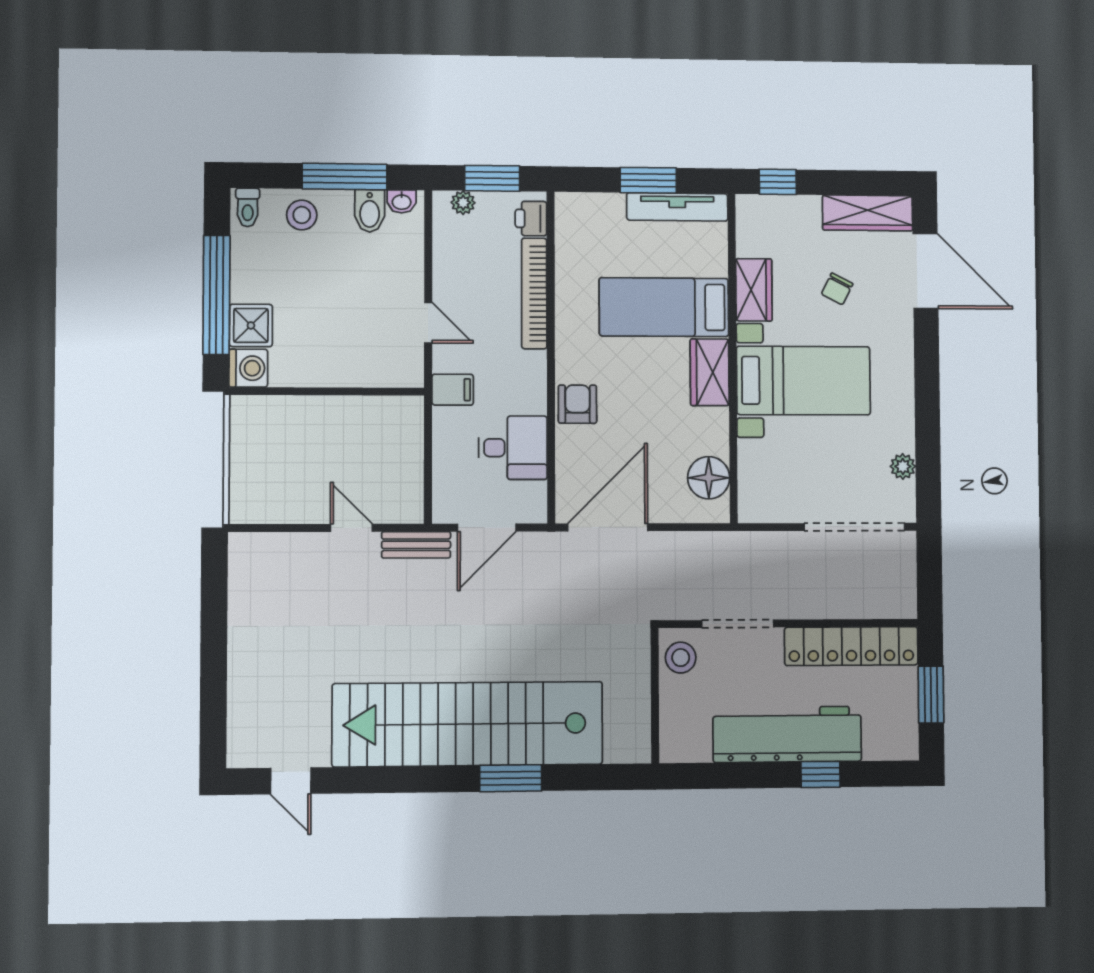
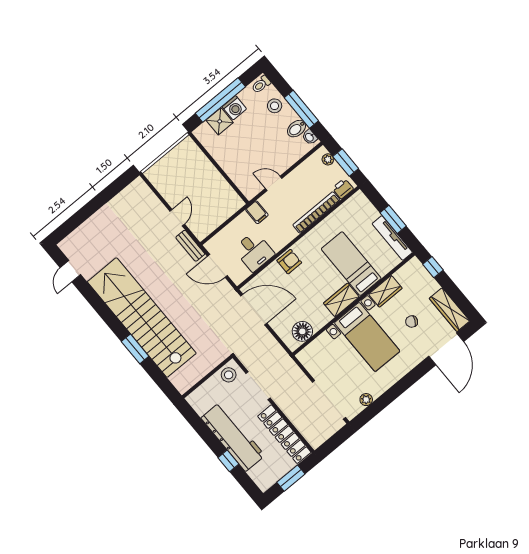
door: (428, 323) -> (274, 183), swing flipped
washing machine: (248, 368) -> (234, 108), moved

